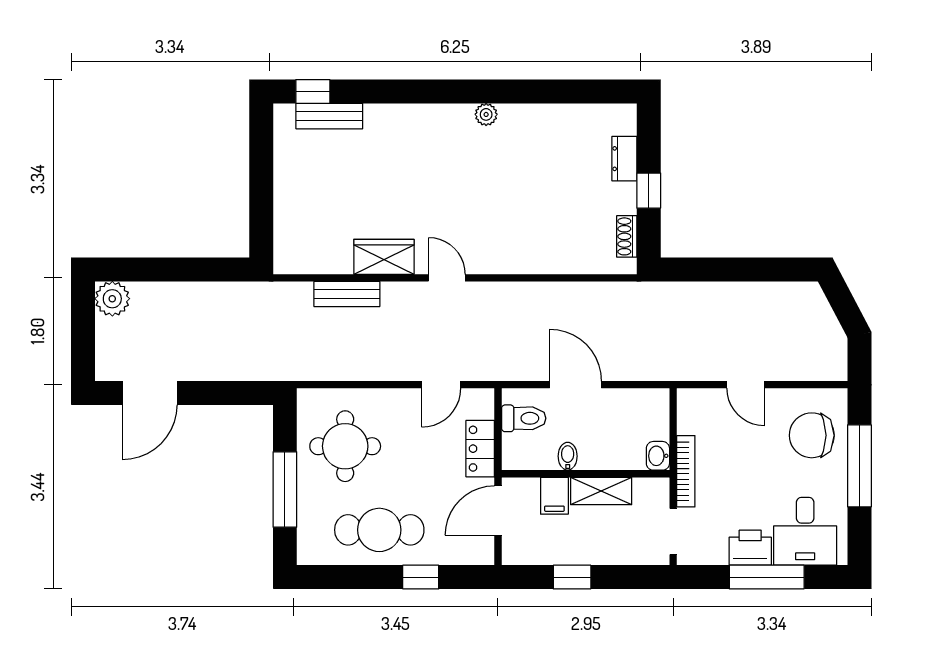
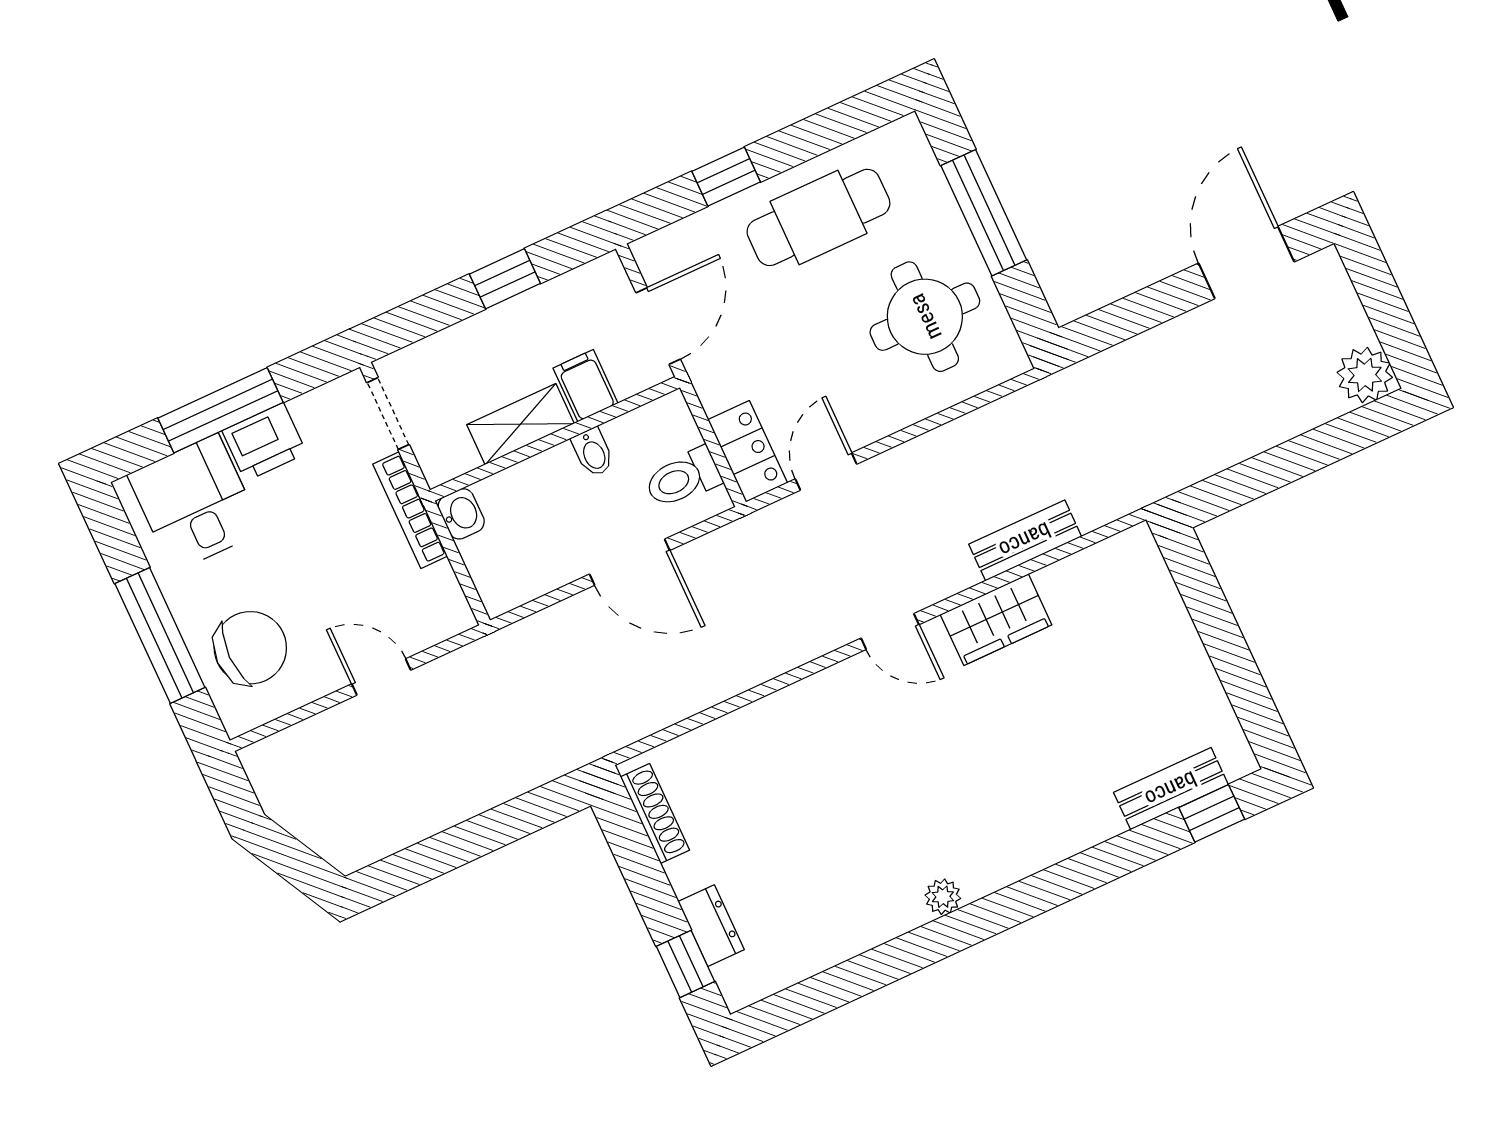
window: (649, 191) -> (685, 964), moved
shoe rack: (627, 236) -> (655, 813), width x1.43
locker: (480, 449) -> (748, 451), moved

